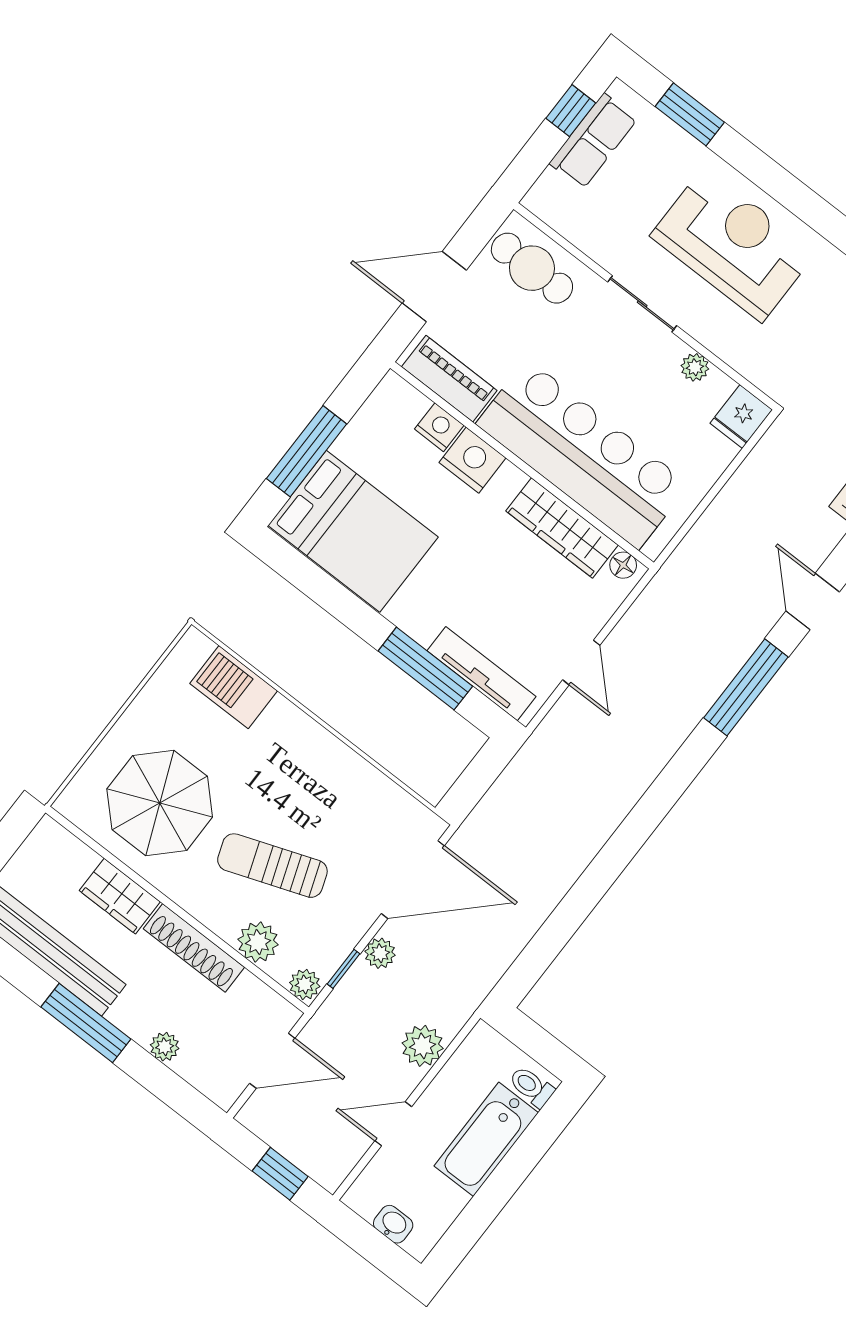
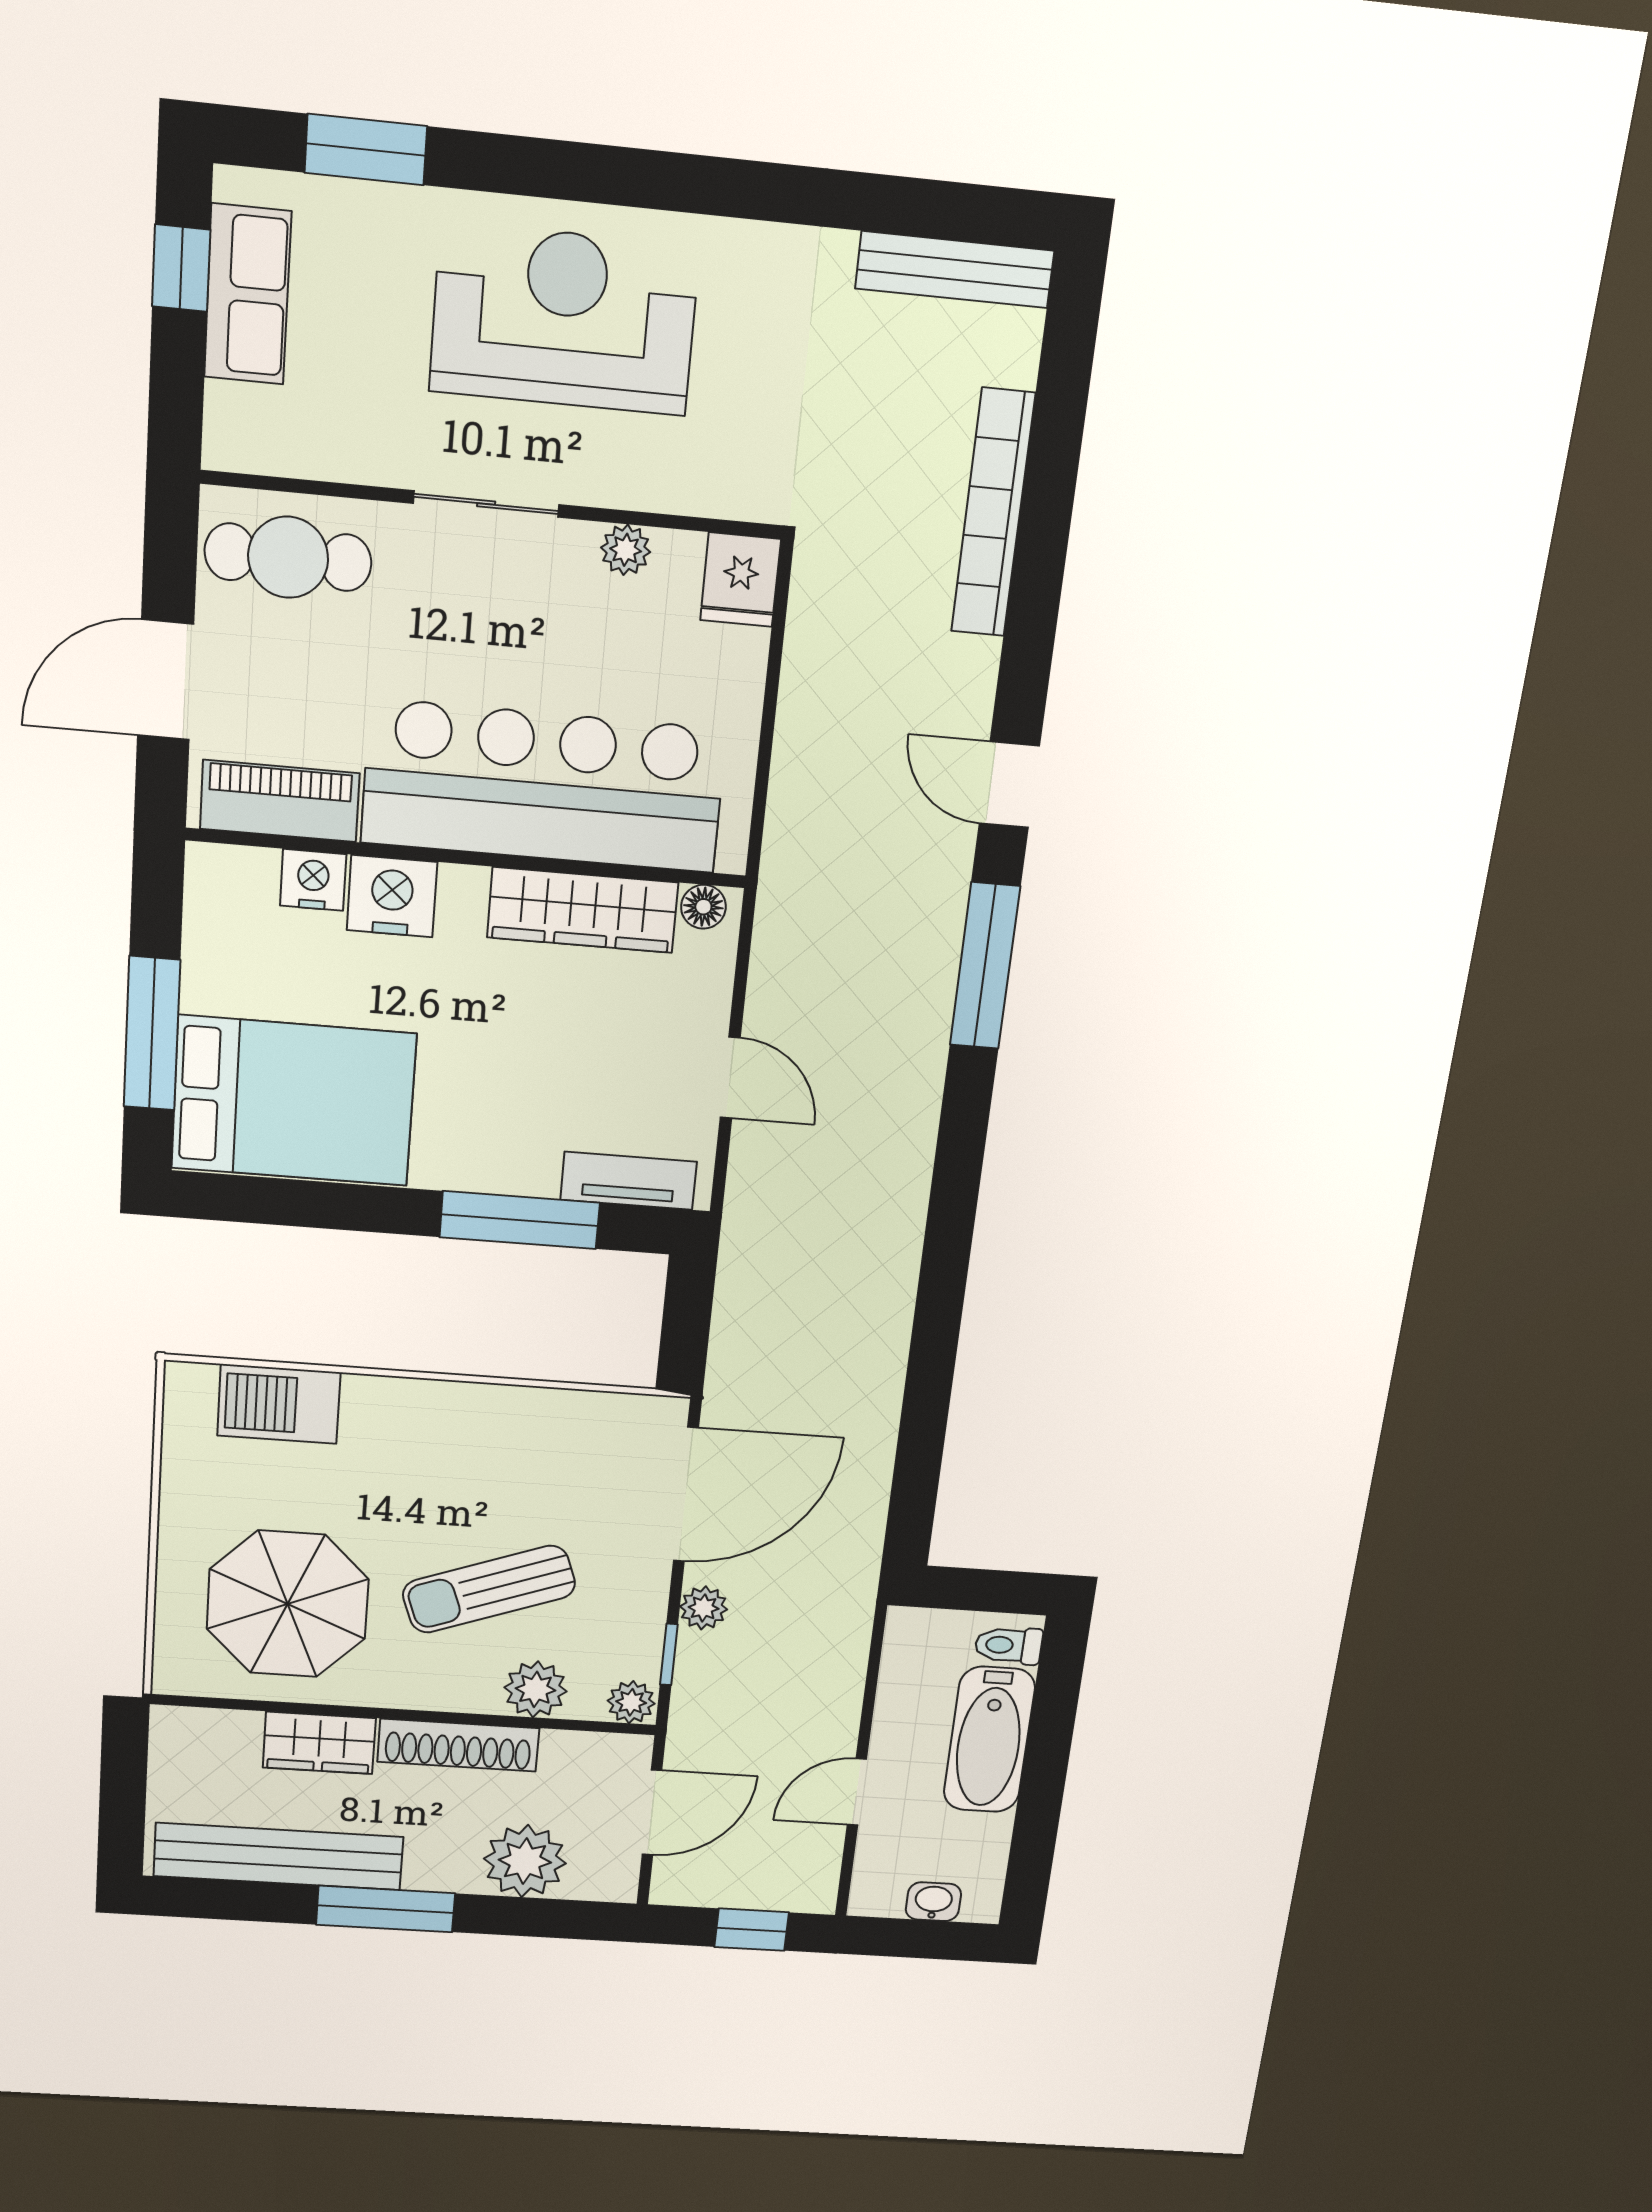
tv unit: (482, 674) -> (629, 1181), width x0.71
plant: (423, 1046) -> (834, 1682), removed
plant: (165, 1047) -> (525, 1861), width x1.88, depth x1.88

